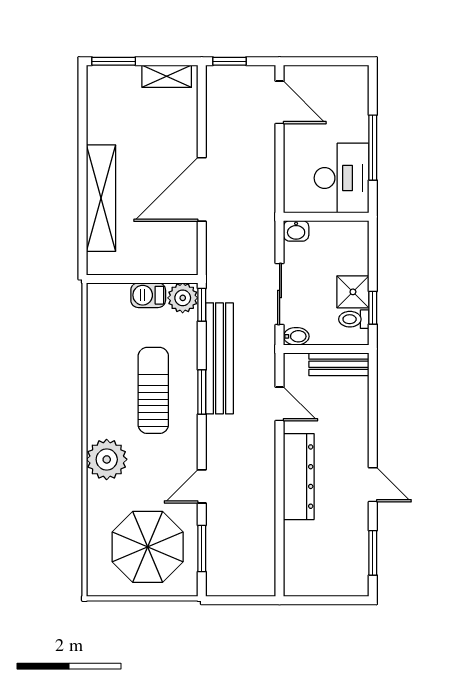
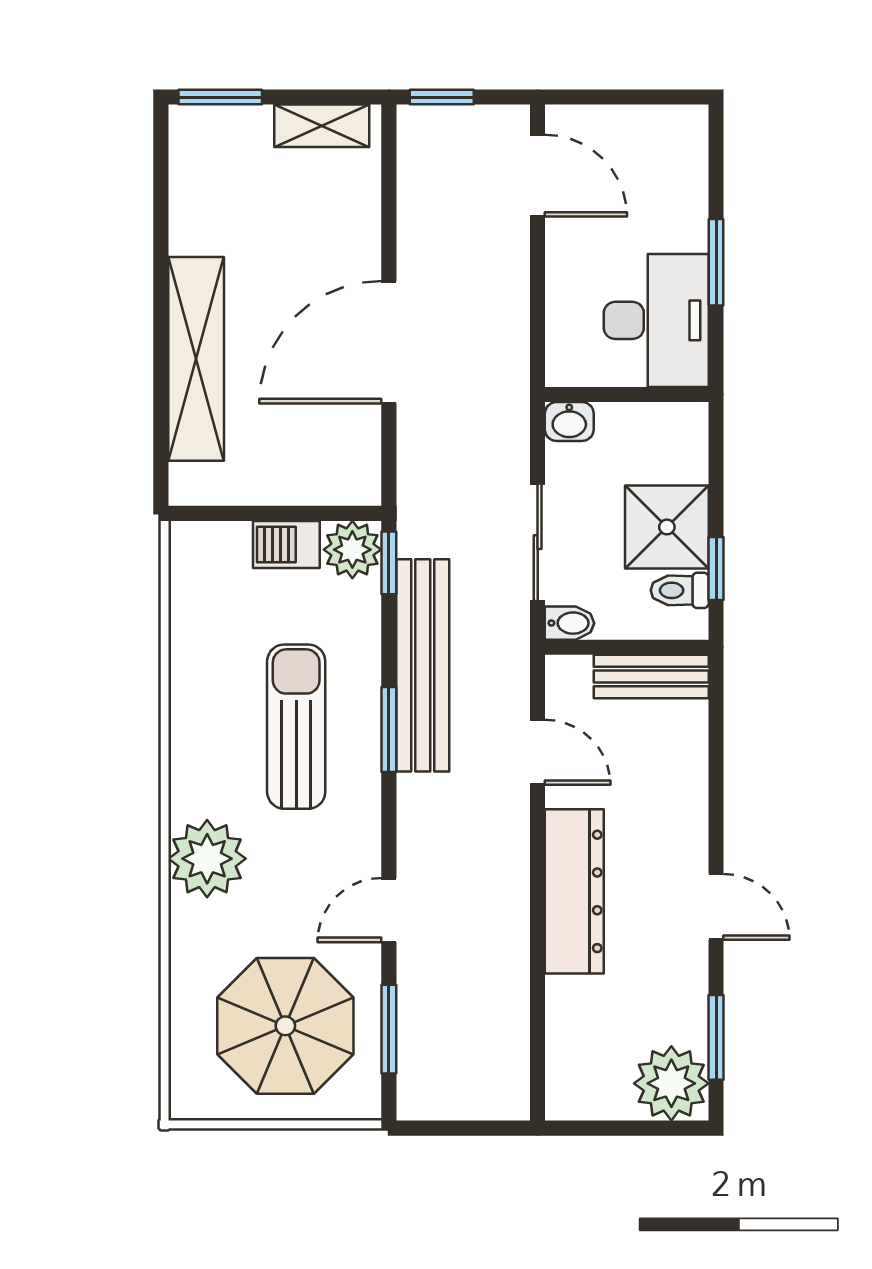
window: (373, 148) -> (716, 262), width x0.69
shower: (353, 292) -> (667, 527), width x1.36, depth x1.36
plant: (349, 577) -> (671, 1083), added

